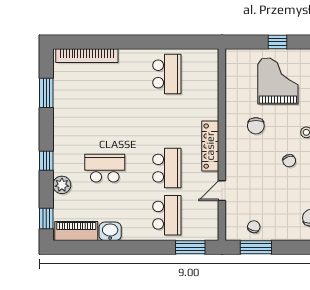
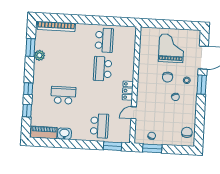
window: (278, 42) -> (172, 24), removed
chair: (256, 126) -> (168, 77), moved
locker: (210, 146) -> (128, 91), width x0.66
school desk: (167, 168) -> (103, 69), moved, turned 180
plant: (62, 185) -> (39, 55), moved
window: (46, 219) -> (27, 111), moved

